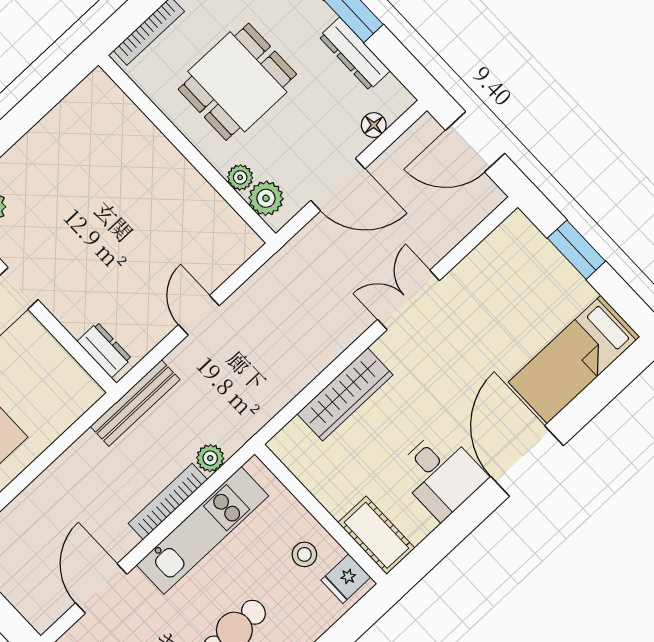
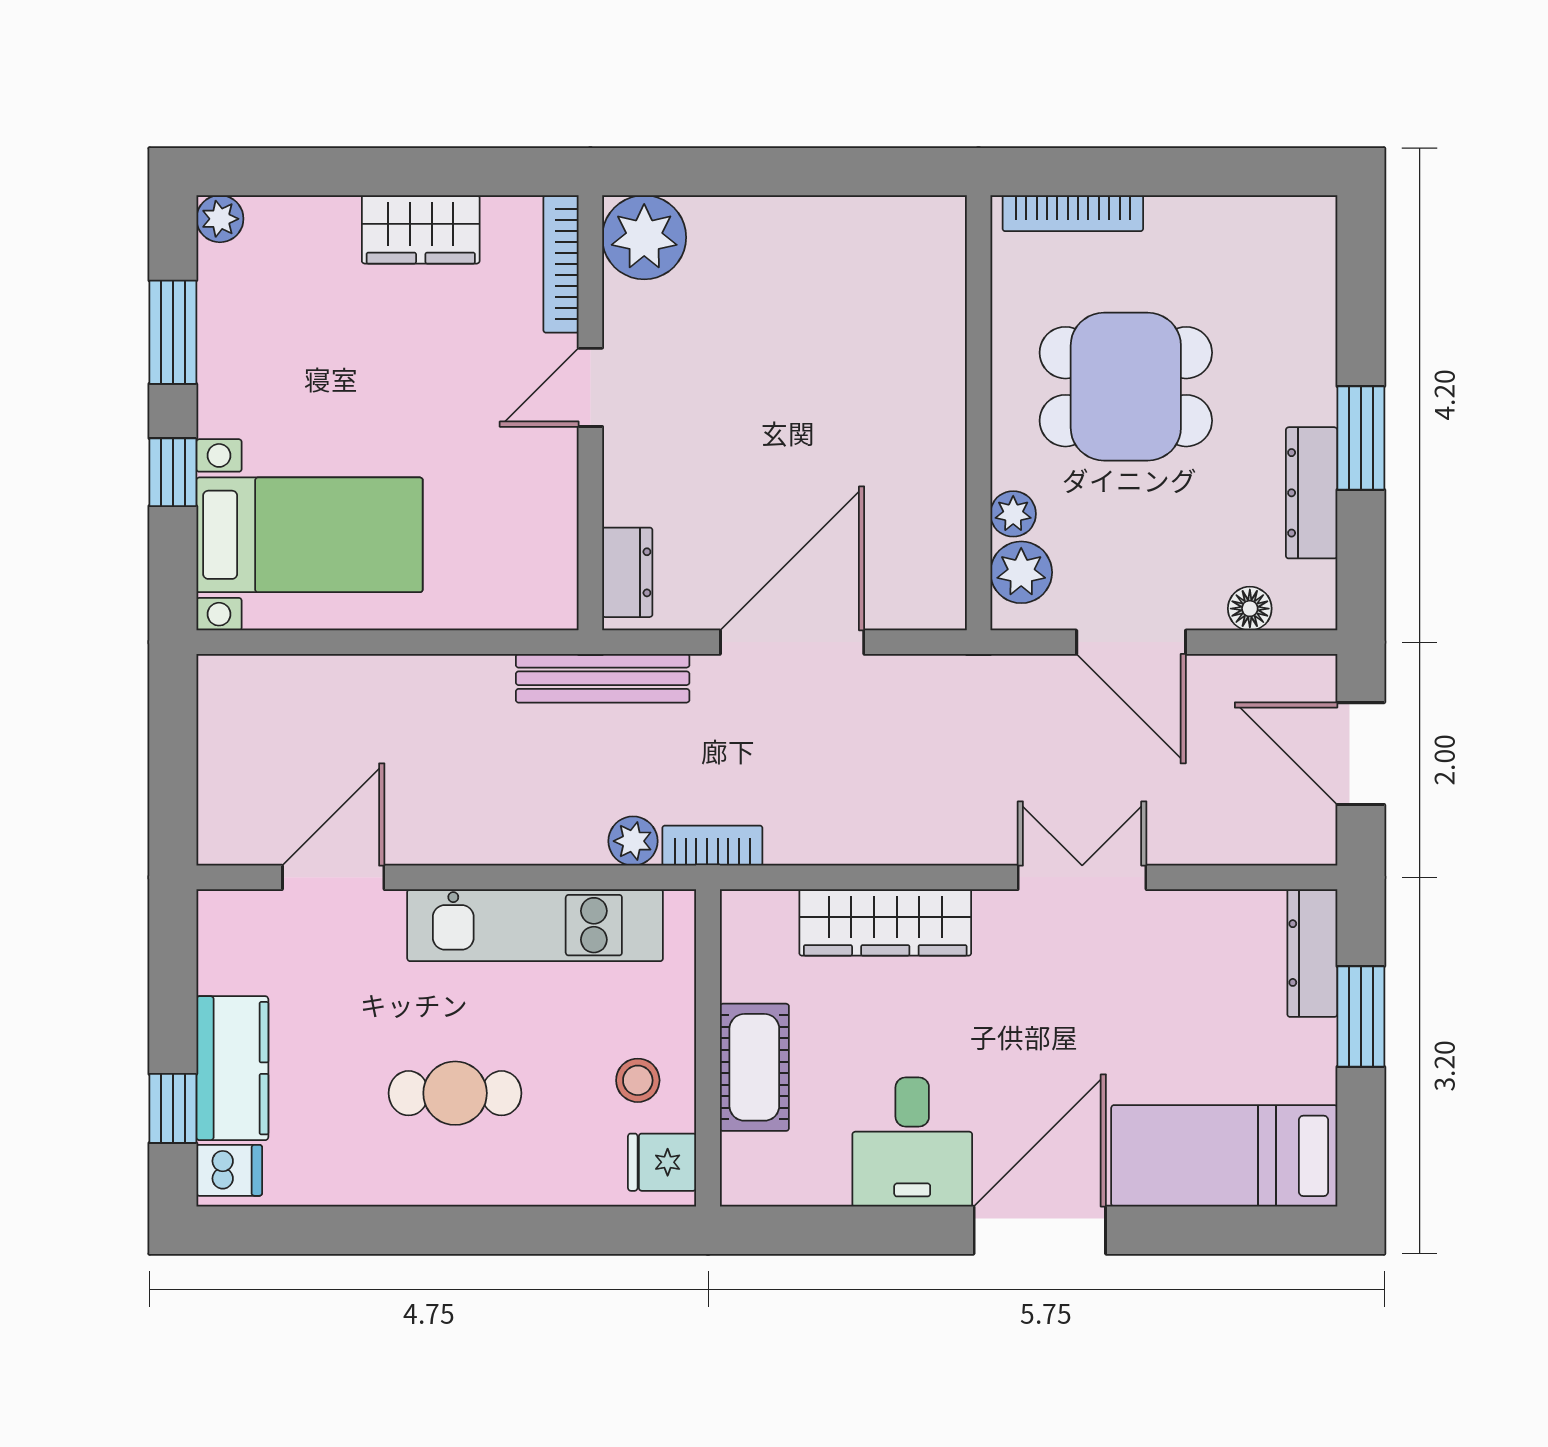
dresser: (532, 242) -> (1312, 953), added
door: (199, 315) -> (792, 642), width x1.87
bookcase: (168, 501) -> (712, 846), moved, width x0.64
cot: (376, 535) -> (754, 1067), moved

